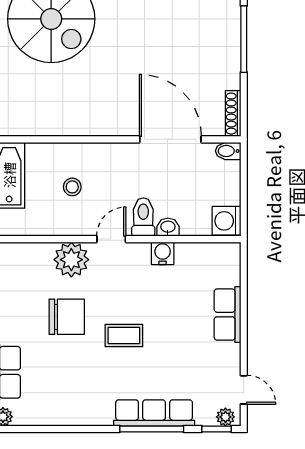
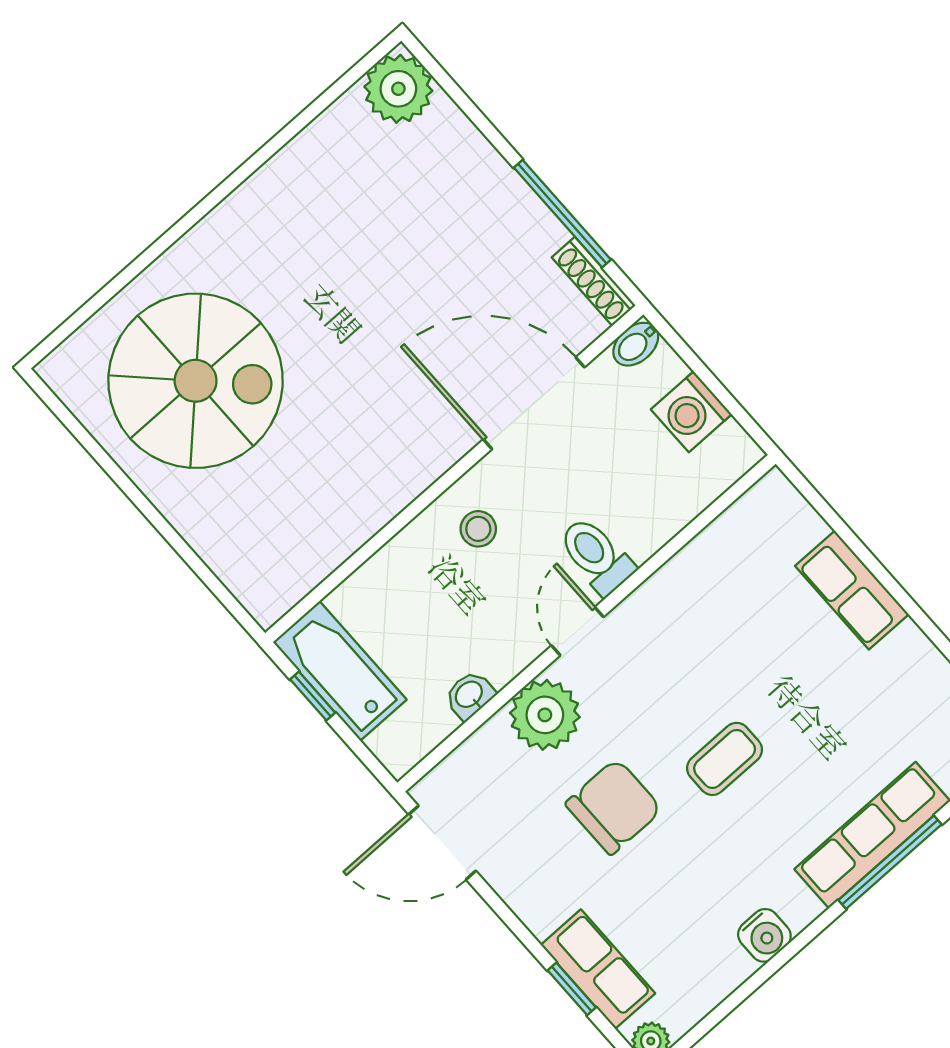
window: (244, 39) -> (562, 214), moved
stool: (72, 187) -> (478, 529), moved
washing machine: (226, 221) -> (691, 412), moved
washbasin: (168, 227) -> (470, 695), moved
water cooler: (163, 253) -> (764, 935), moved, turned 180

